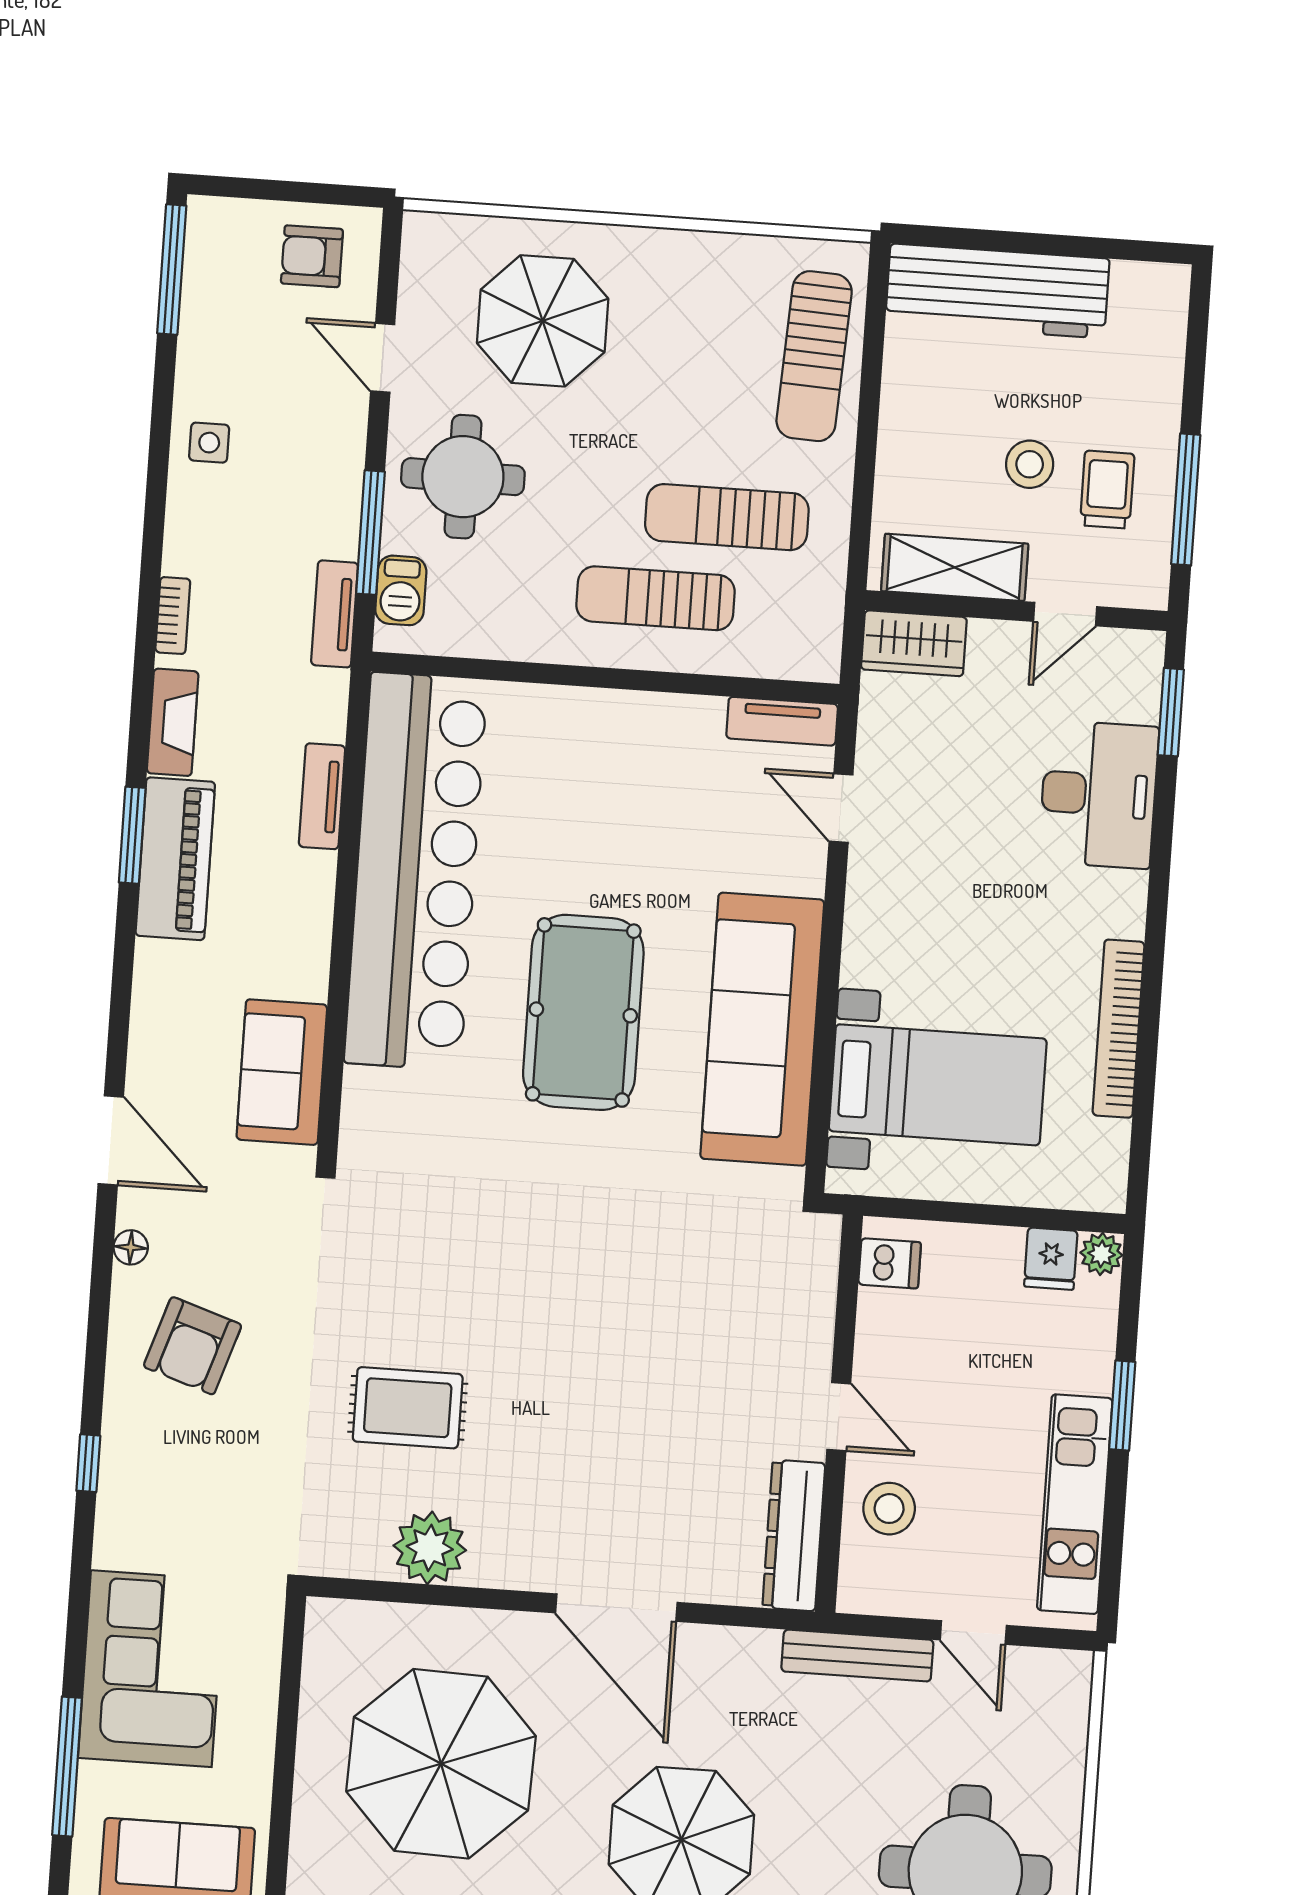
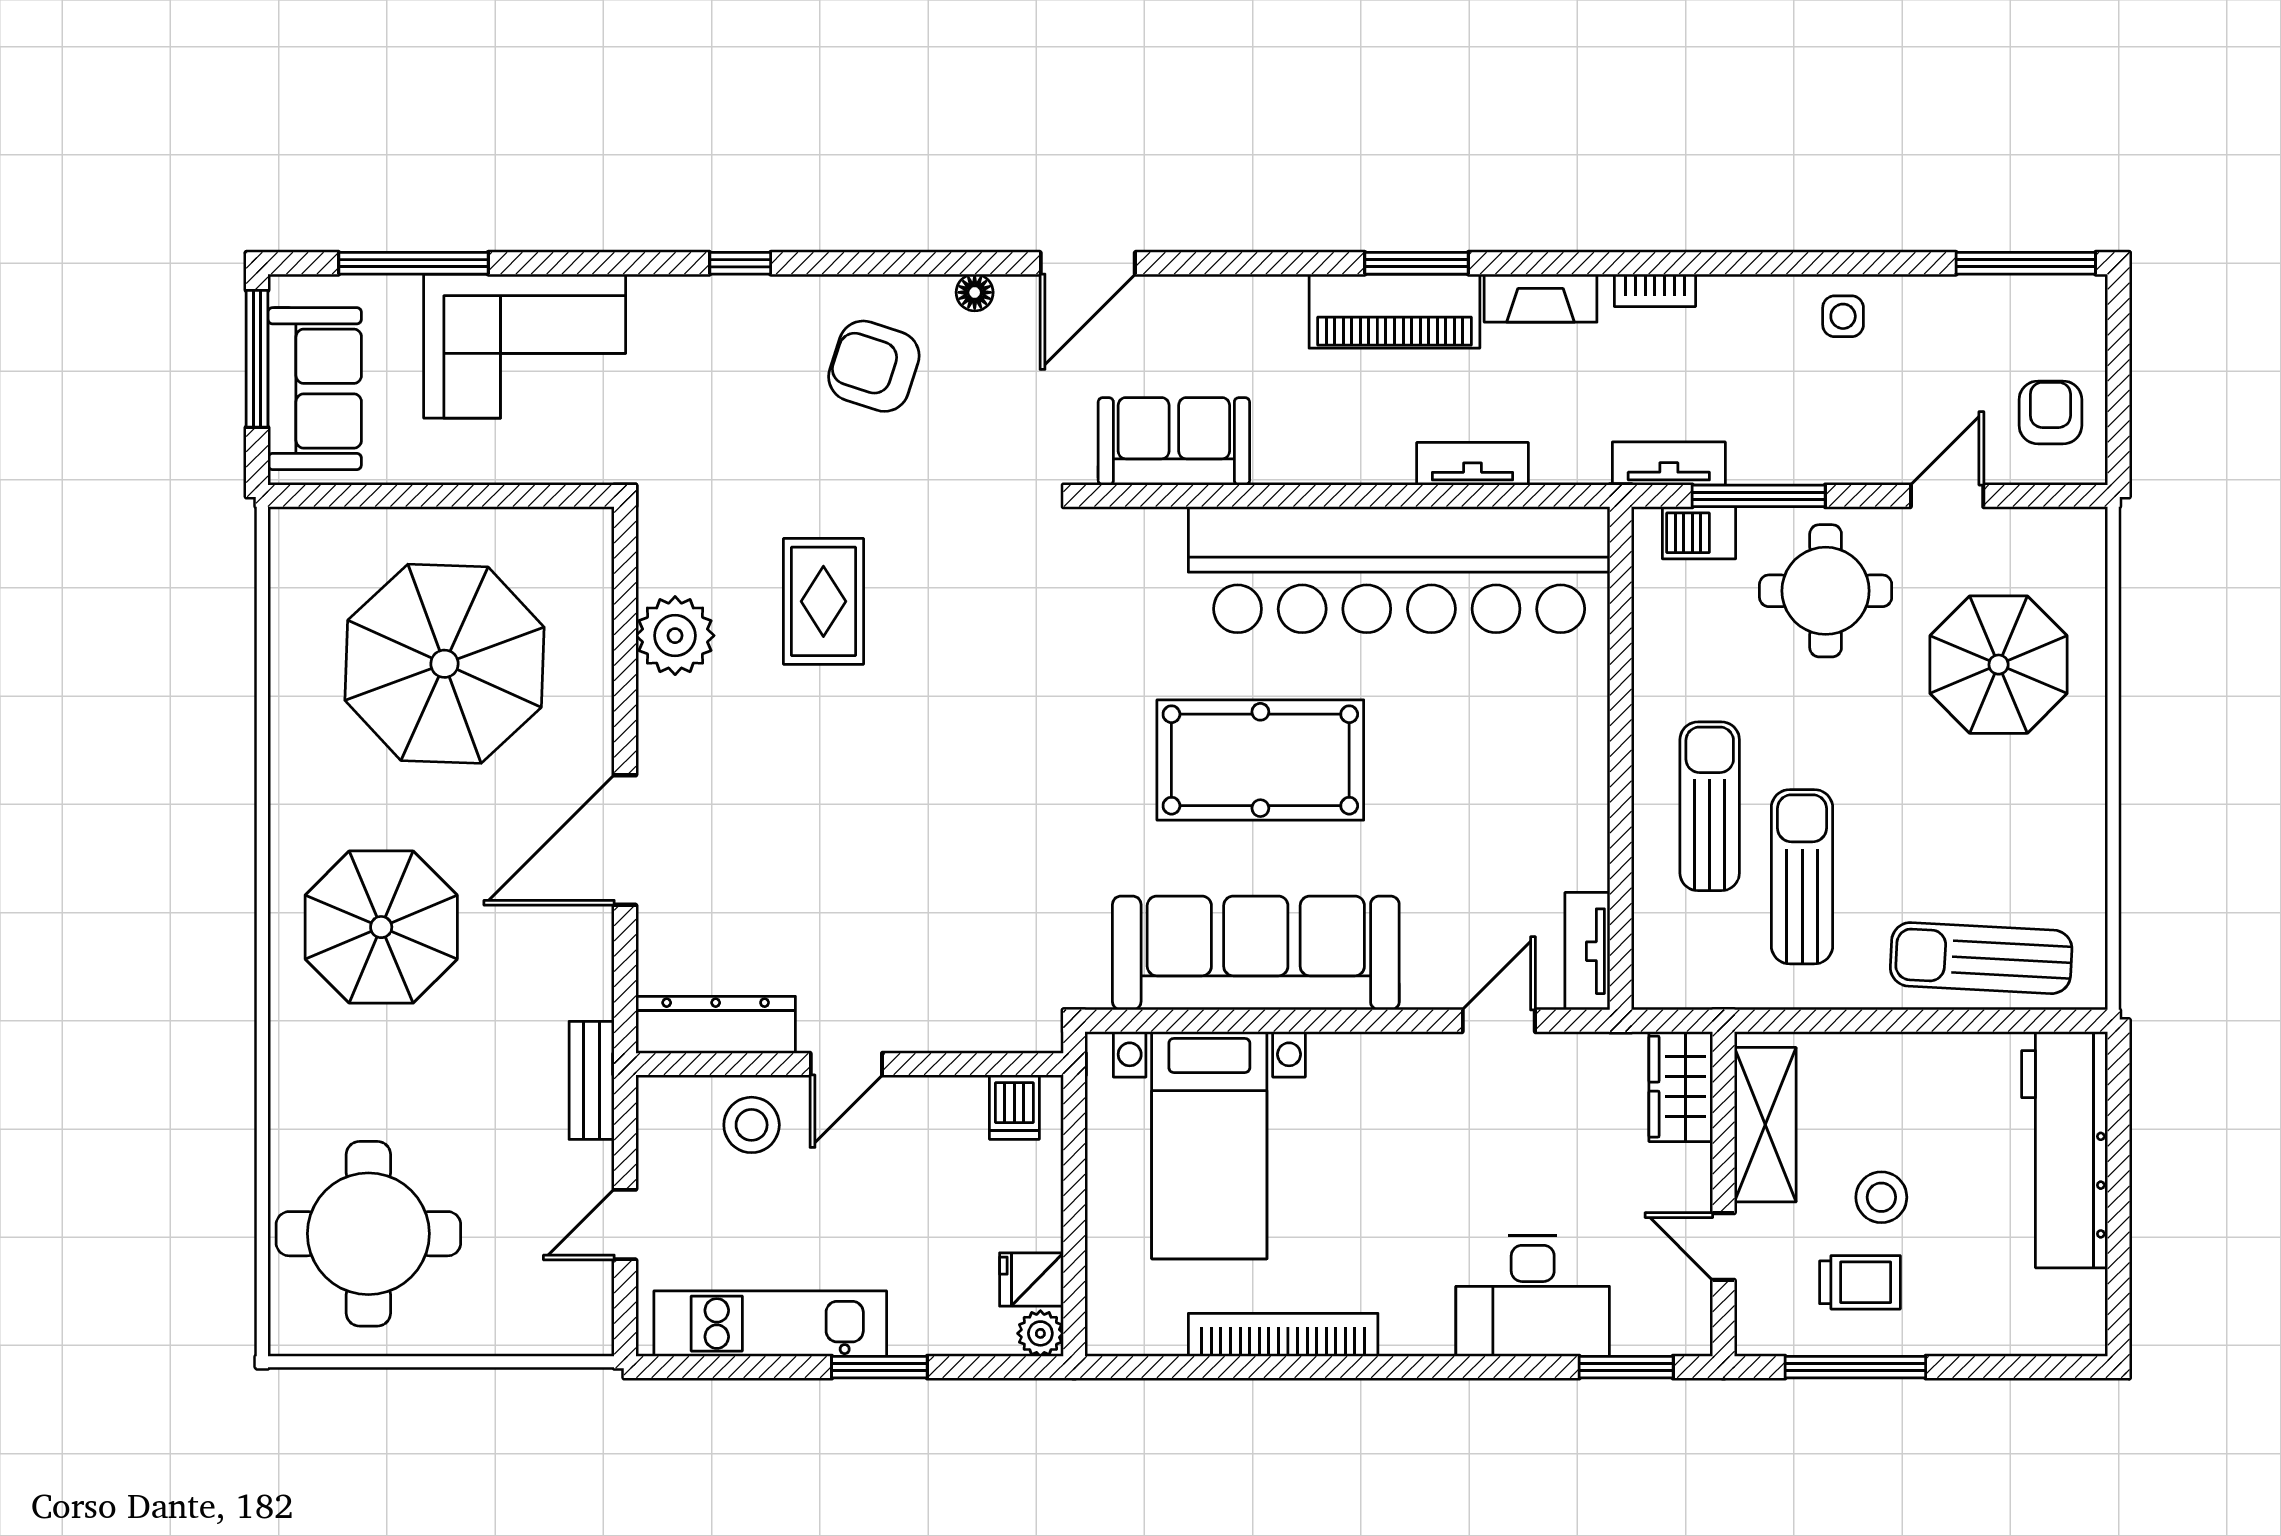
bench: (857, 1656) -> (592, 1080), width x0.73

